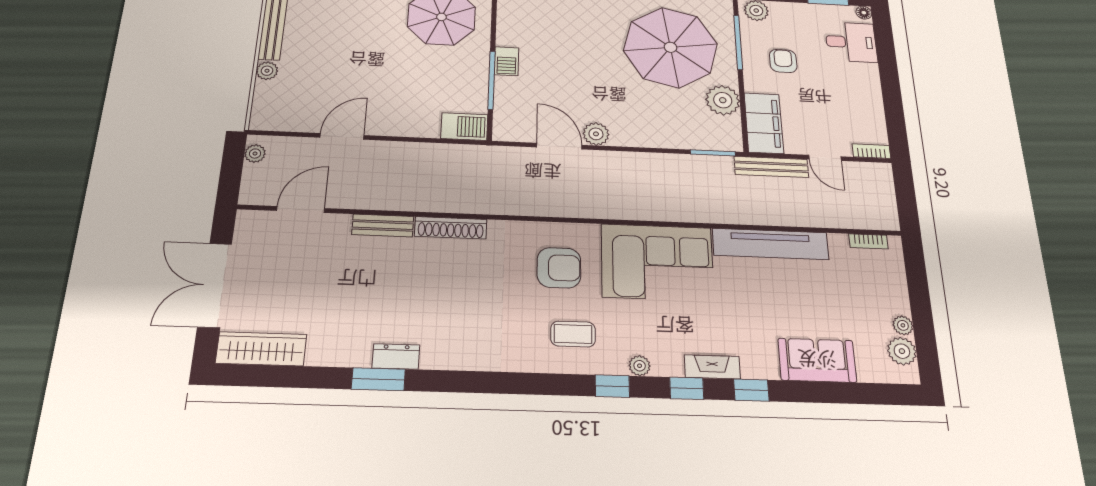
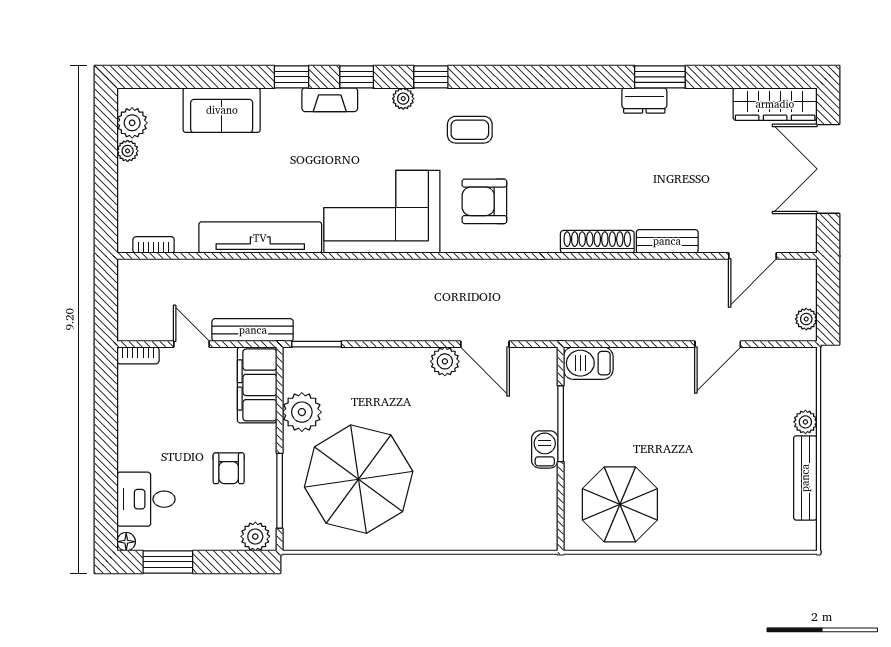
double door: (215, 285) -> (828, 169), swing flipped

